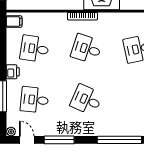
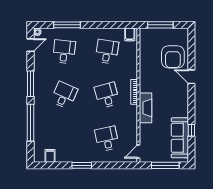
desk: (86, 49) -> (107, 95), turned -33
printer: (13, 72) -> (88, 33), removed
window: (59, 140) -> (30, 84), moved

